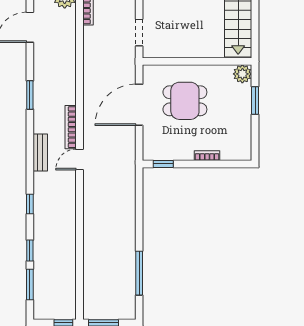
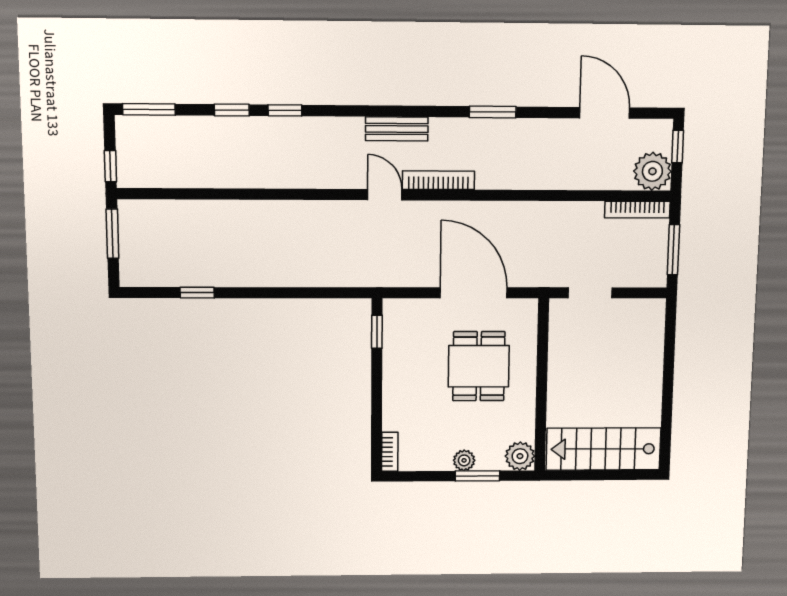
plant: (245, 109) -> (464, 460), added
bookcase: (207, 156) -> (390, 452), moved
window: (30, 204) -> (285, 110), moved
window: (139, 273) -> (197, 293), width x0.46
window: (30, 285) -> (149, 109), moved

